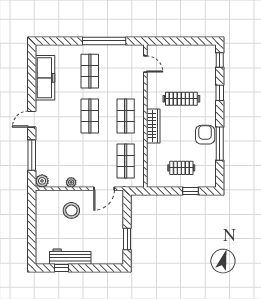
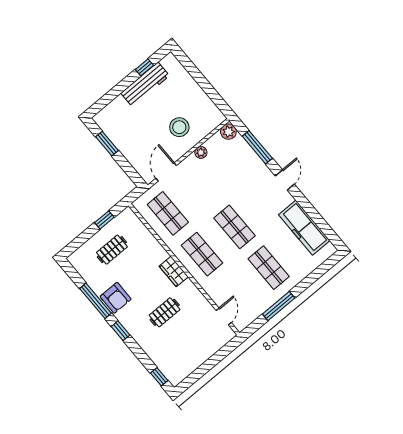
window: (104, 41) -> (279, 306), width x0.68
door: (145, 64) -> (224, 316), swing flipped
window: (220, 93) -> (121, 331), moved
clothes rail: (181, 99) -> (165, 312), width x0.73
wardrobe: (153, 126) -> (174, 271), width x0.67
window: (191, 191) -> (104, 220), moved

